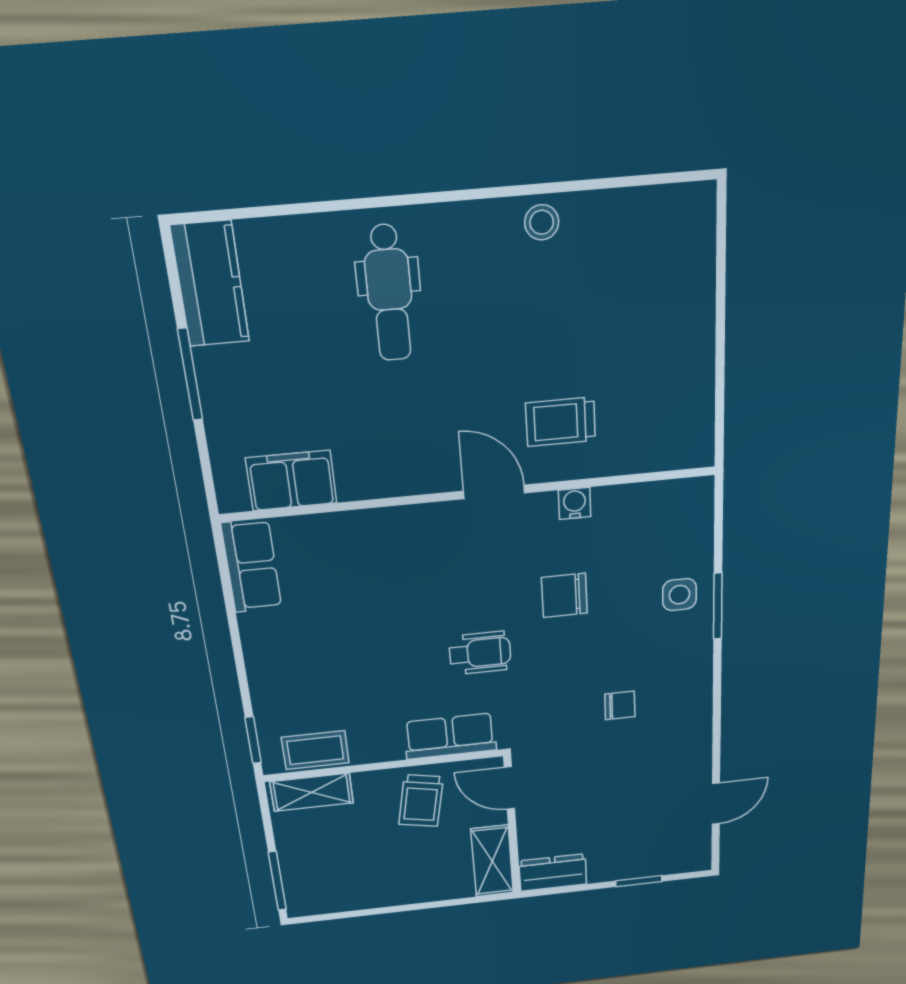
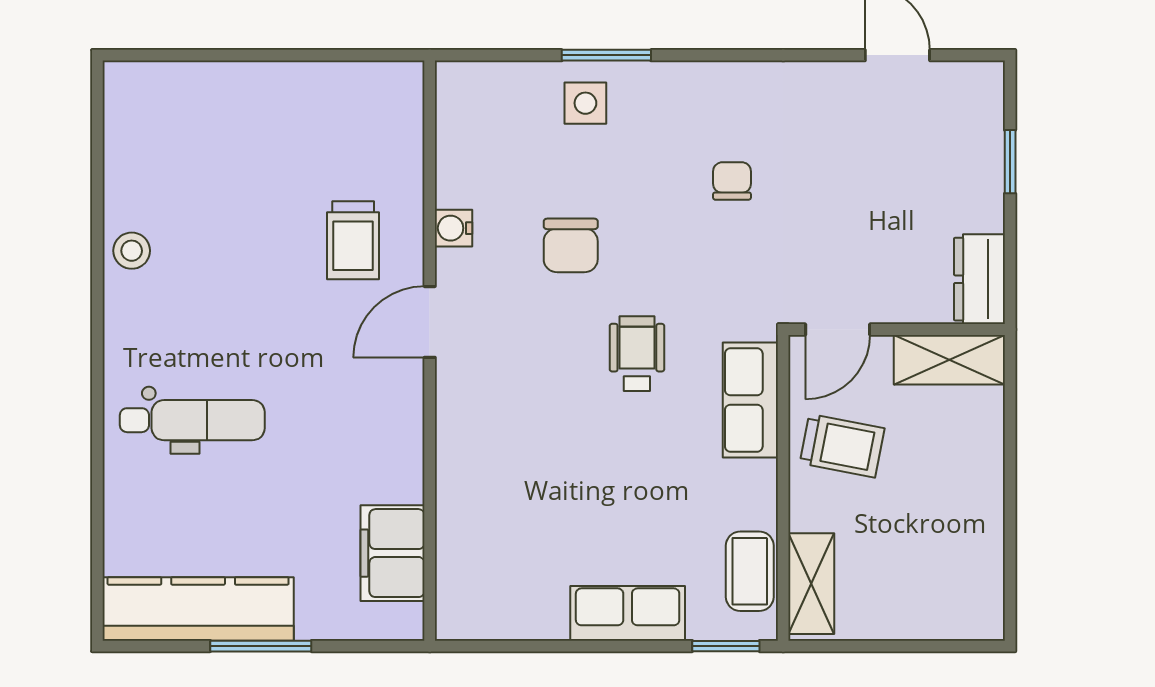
kitchen counter: (210, 284) -> (198, 609), width x1.50
row of seats: (251, 566) -> (628, 613), moved
window: (277, 881) -> (942, 646), removed

